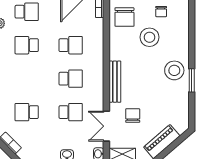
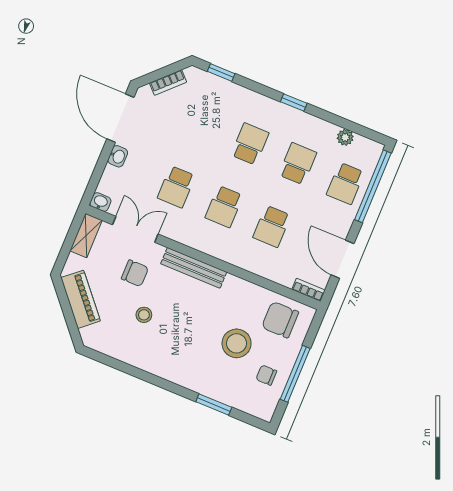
stool: (174, 70) -> (144, 315), moved, width x0.53, depth x0.53
window: (192, 80) -> (214, 405), moved
school desk: (27, 112) -> (250, 144), moved

